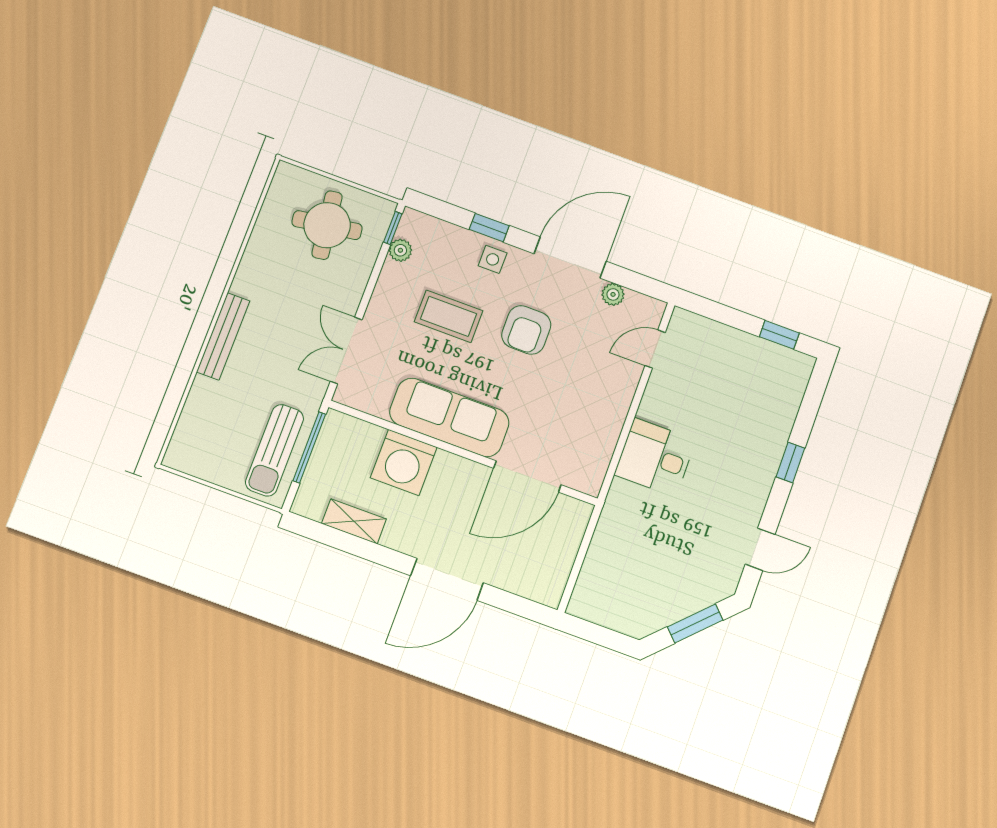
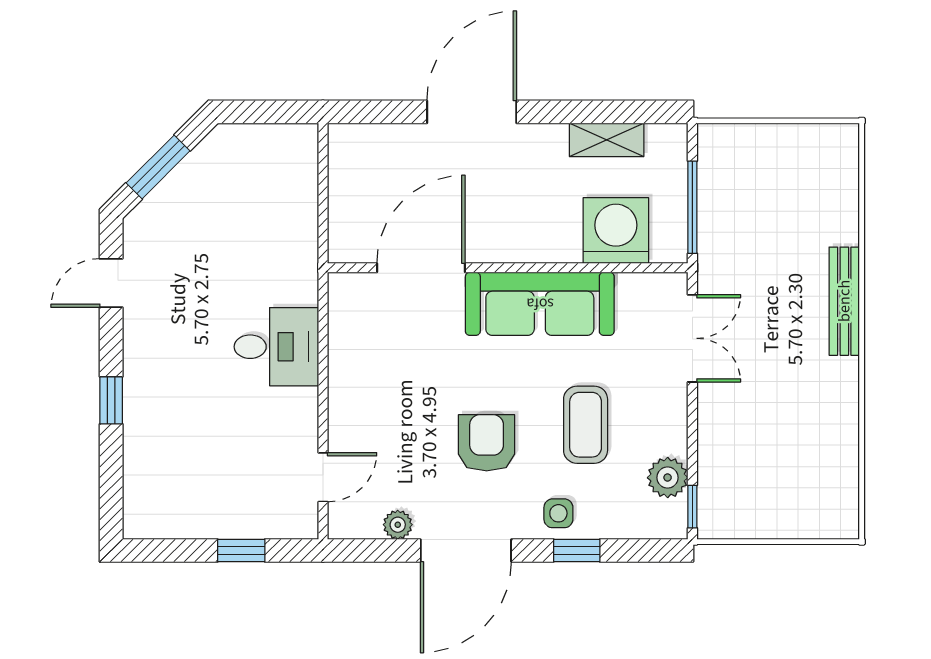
round table: (327, 225) -> (772, 481), removed
plant: (400, 250) -> (668, 478), width x1.38, depth x1.38
coffee table: (449, 316) -> (586, 425), turned 90
window: (779, 335) -> (241, 551), moved
sun lounger: (275, 450) -> (732, 189), removed
washing machine: (404, 462) -> (616, 230), moved

